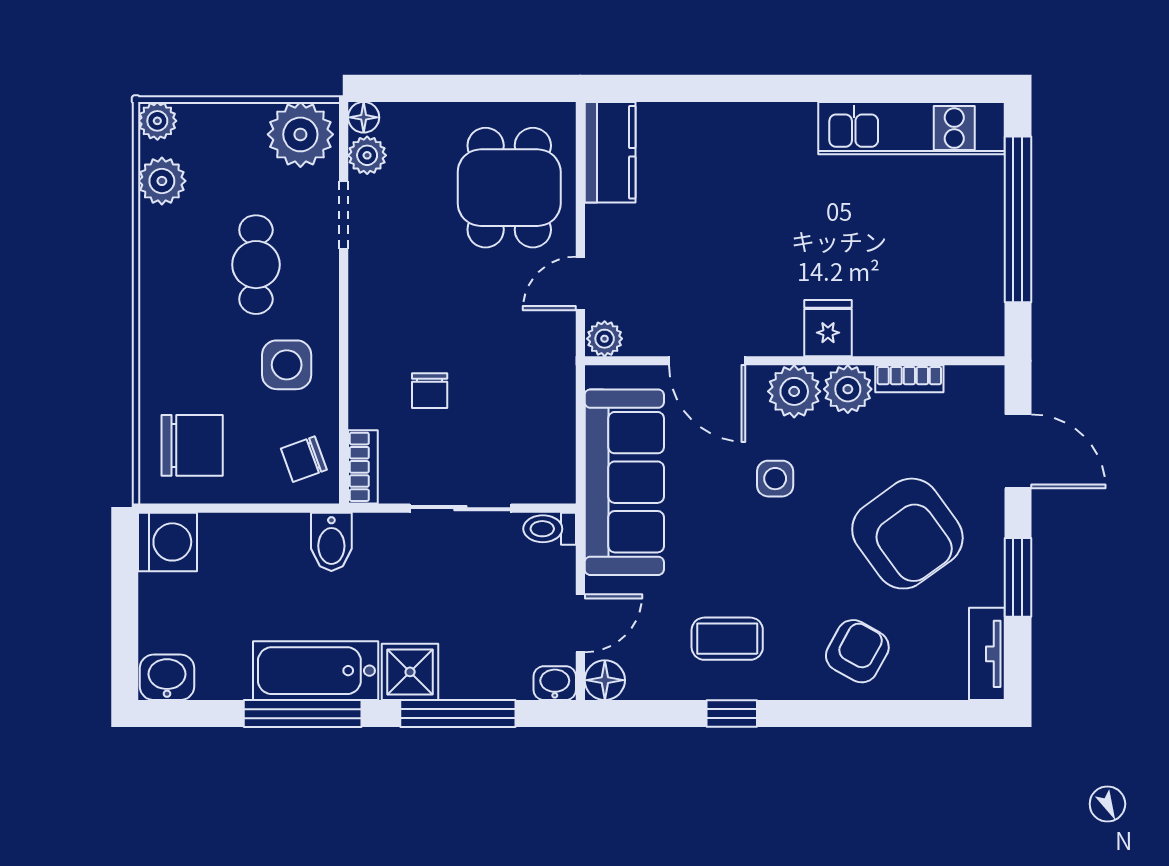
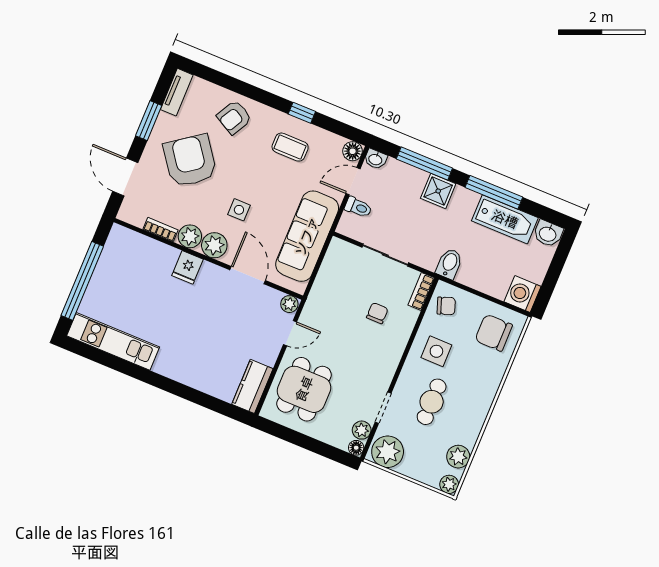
toilet: (550, 529) -> (358, 207), moved
bathtub: (316, 671) -> (505, 219), moved

